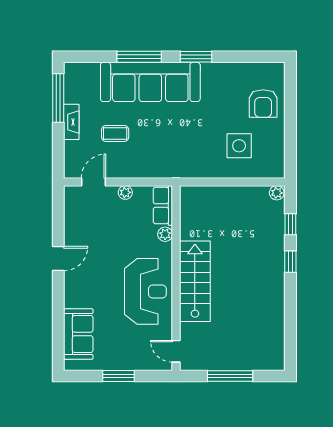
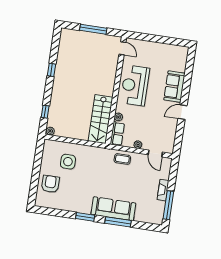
sofa: (150, 82) -> (113, 209), width x0.74, depth x0.79
coffee table: (115, 133) -> (122, 159), moved
door: (93, 182) -> (155, 153), hinge flipped
window: (290, 262) -> (51, 70), moved
stairs: (195, 281) -> (100, 119), moved
sofa: (78, 334) -> (174, 87), moved
window: (118, 376) -> (158, 39), removed

